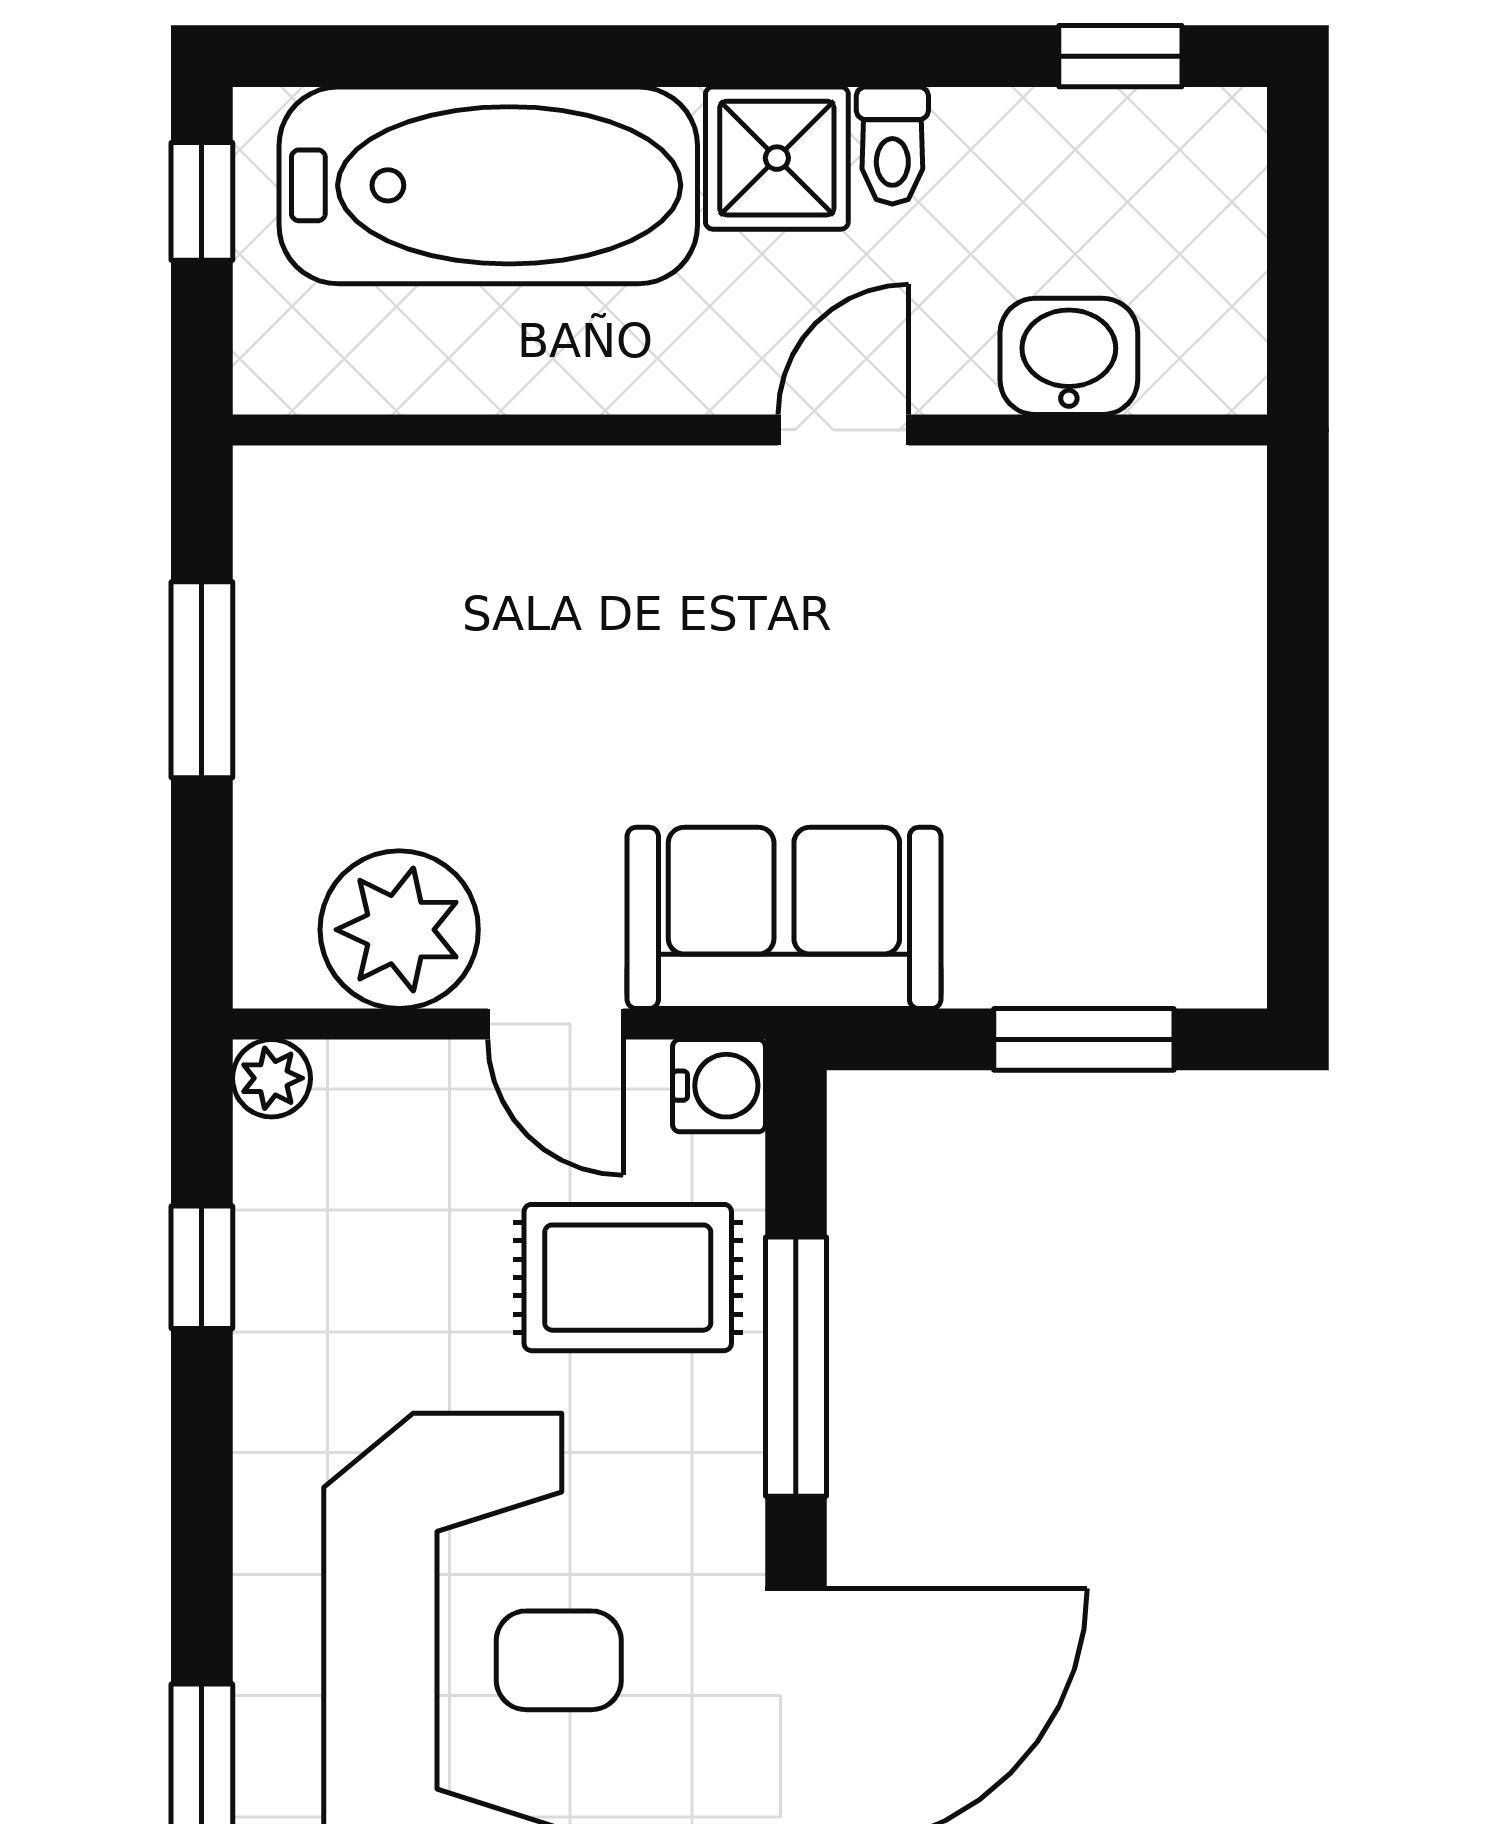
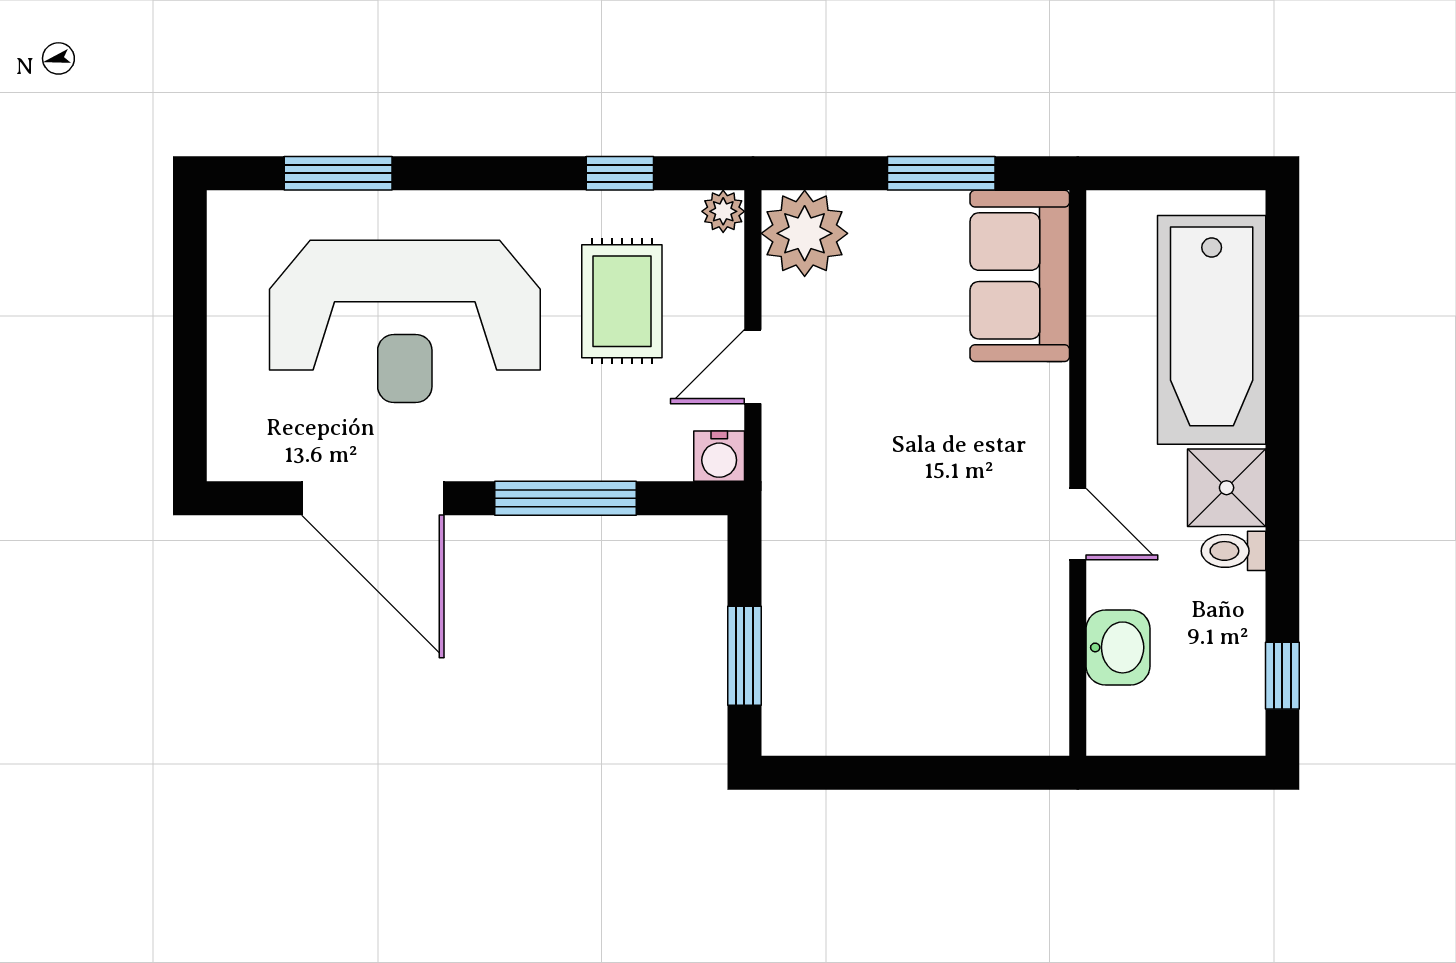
window: (202, 201) -> (1203, 173), removed
sofa: (784, 918) -> (1020, 276), moved, turned 180
plant: (399, 930) -> (805, 233), moved
rug: (628, 1278) -> (622, 301), moved

